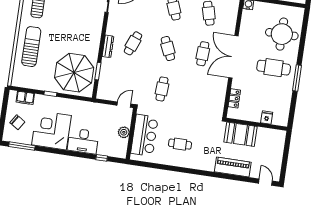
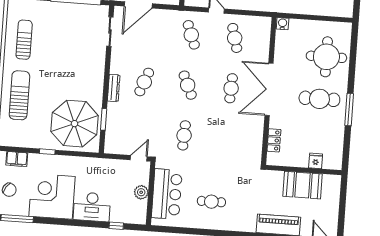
booth: (240, 134) -> (303, 185), moved

